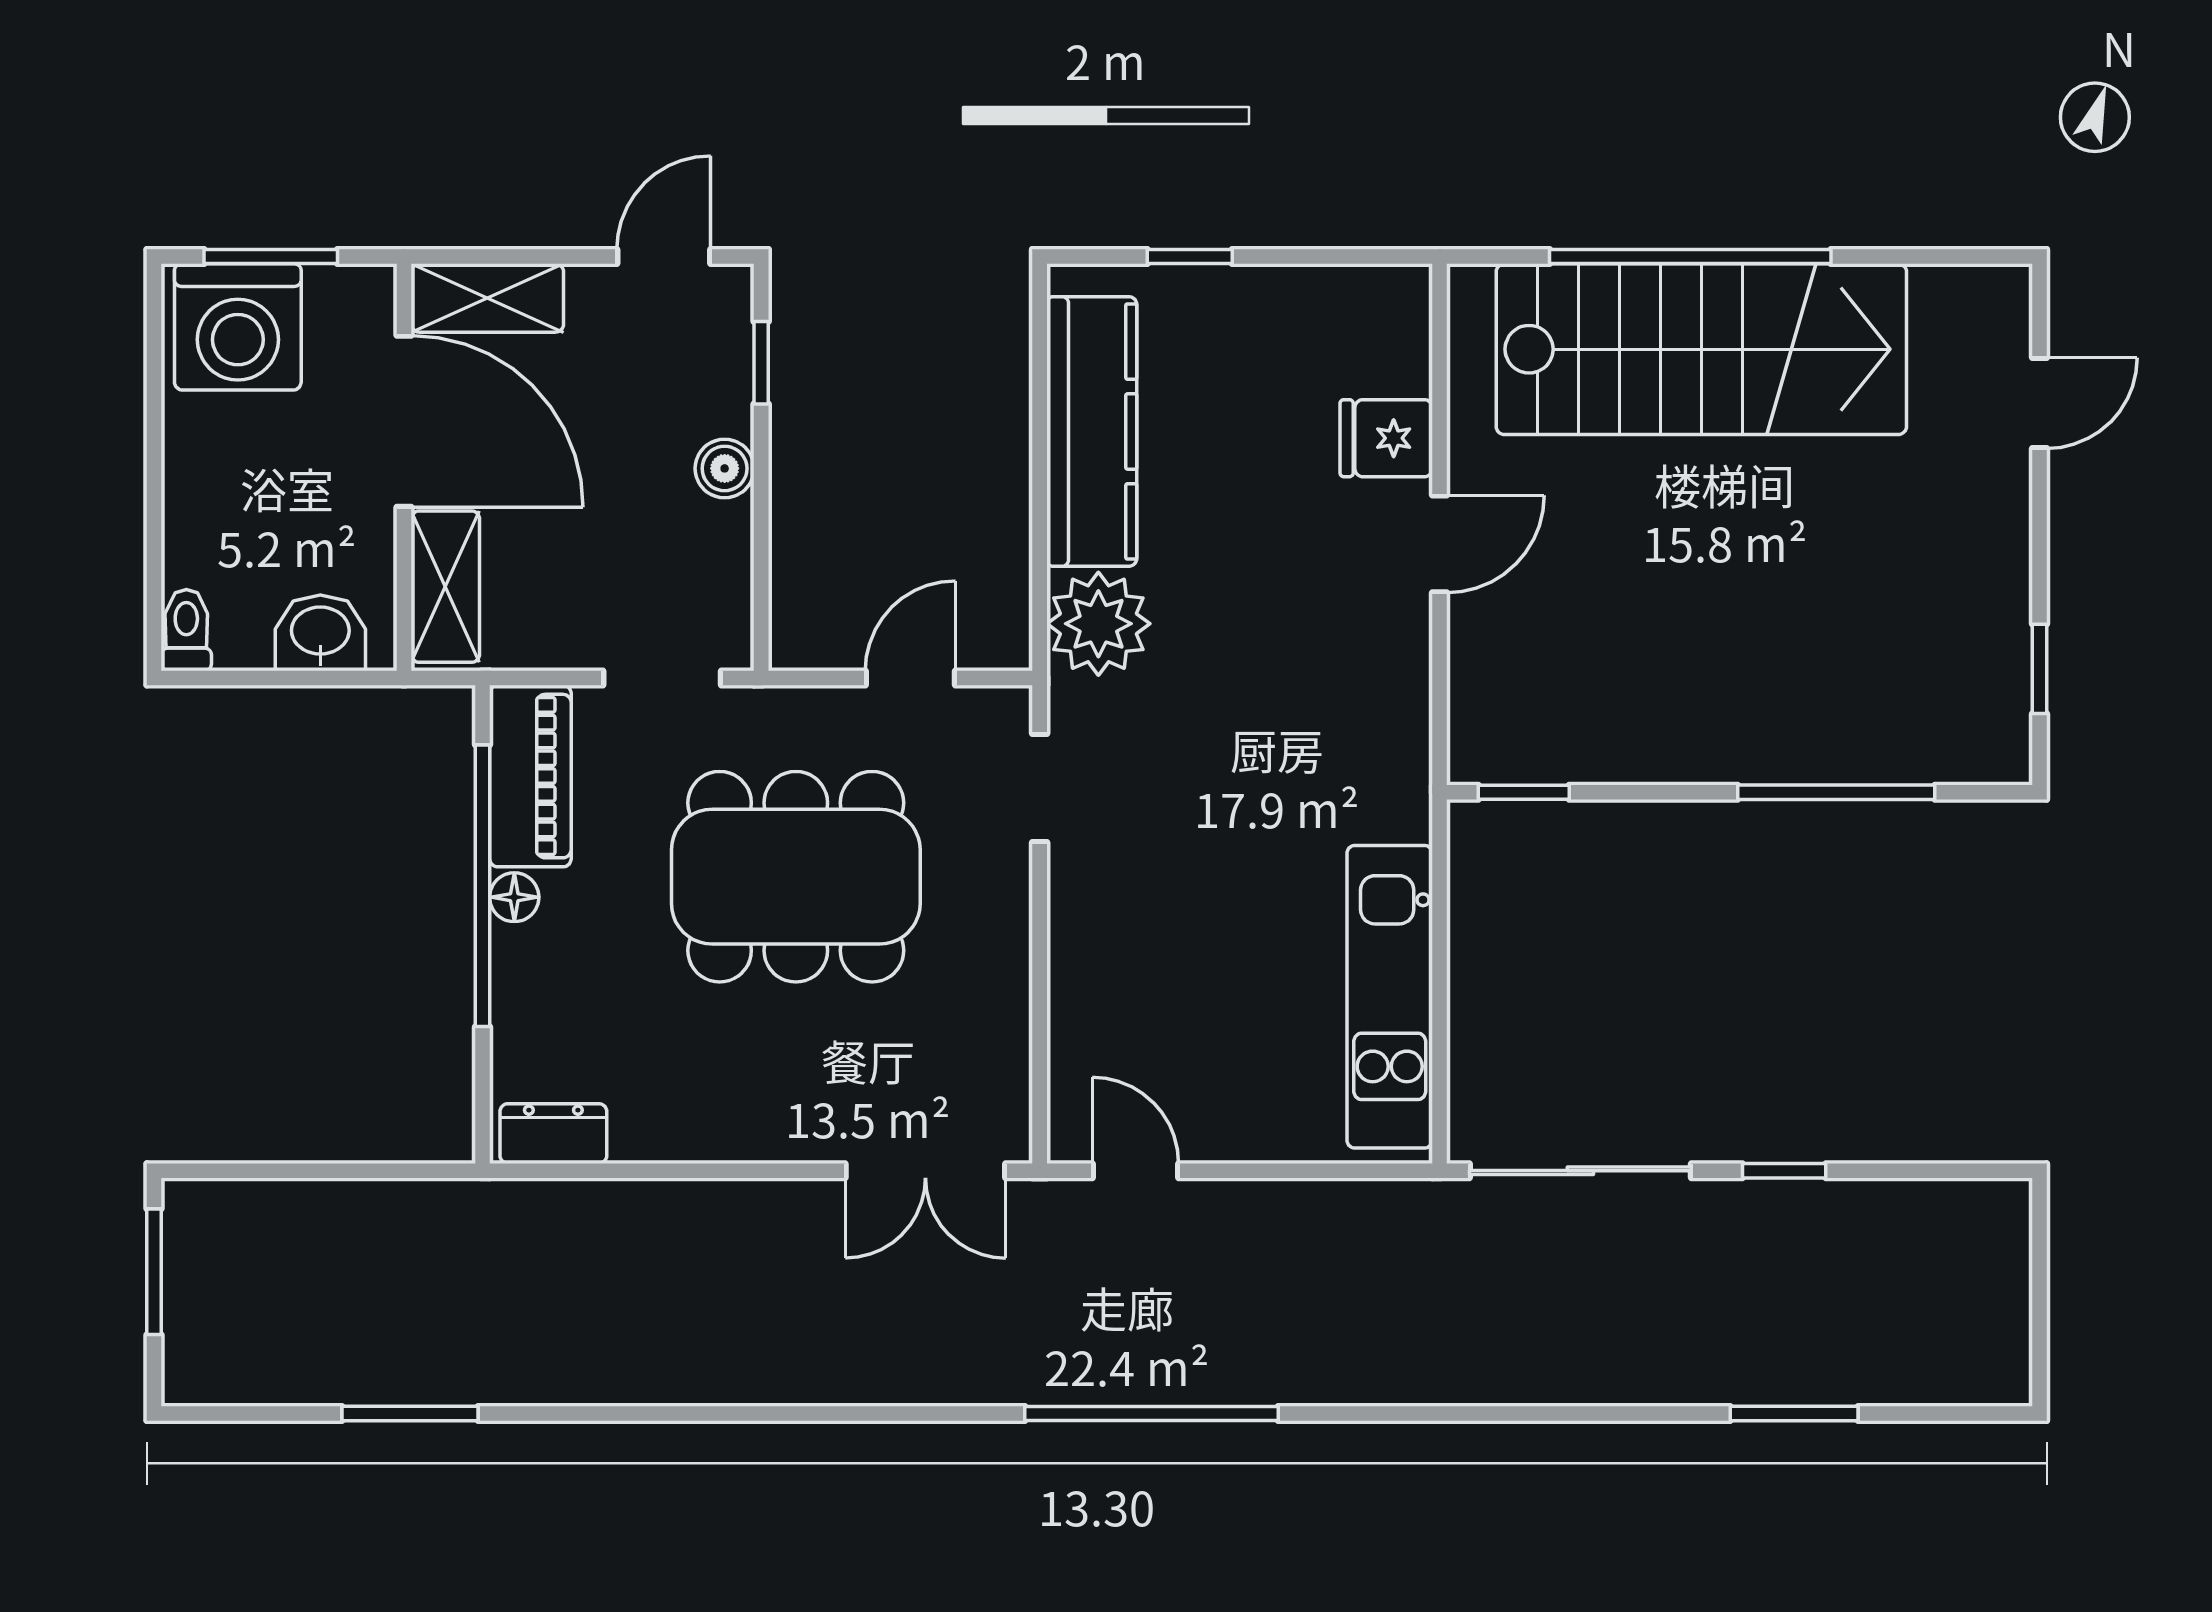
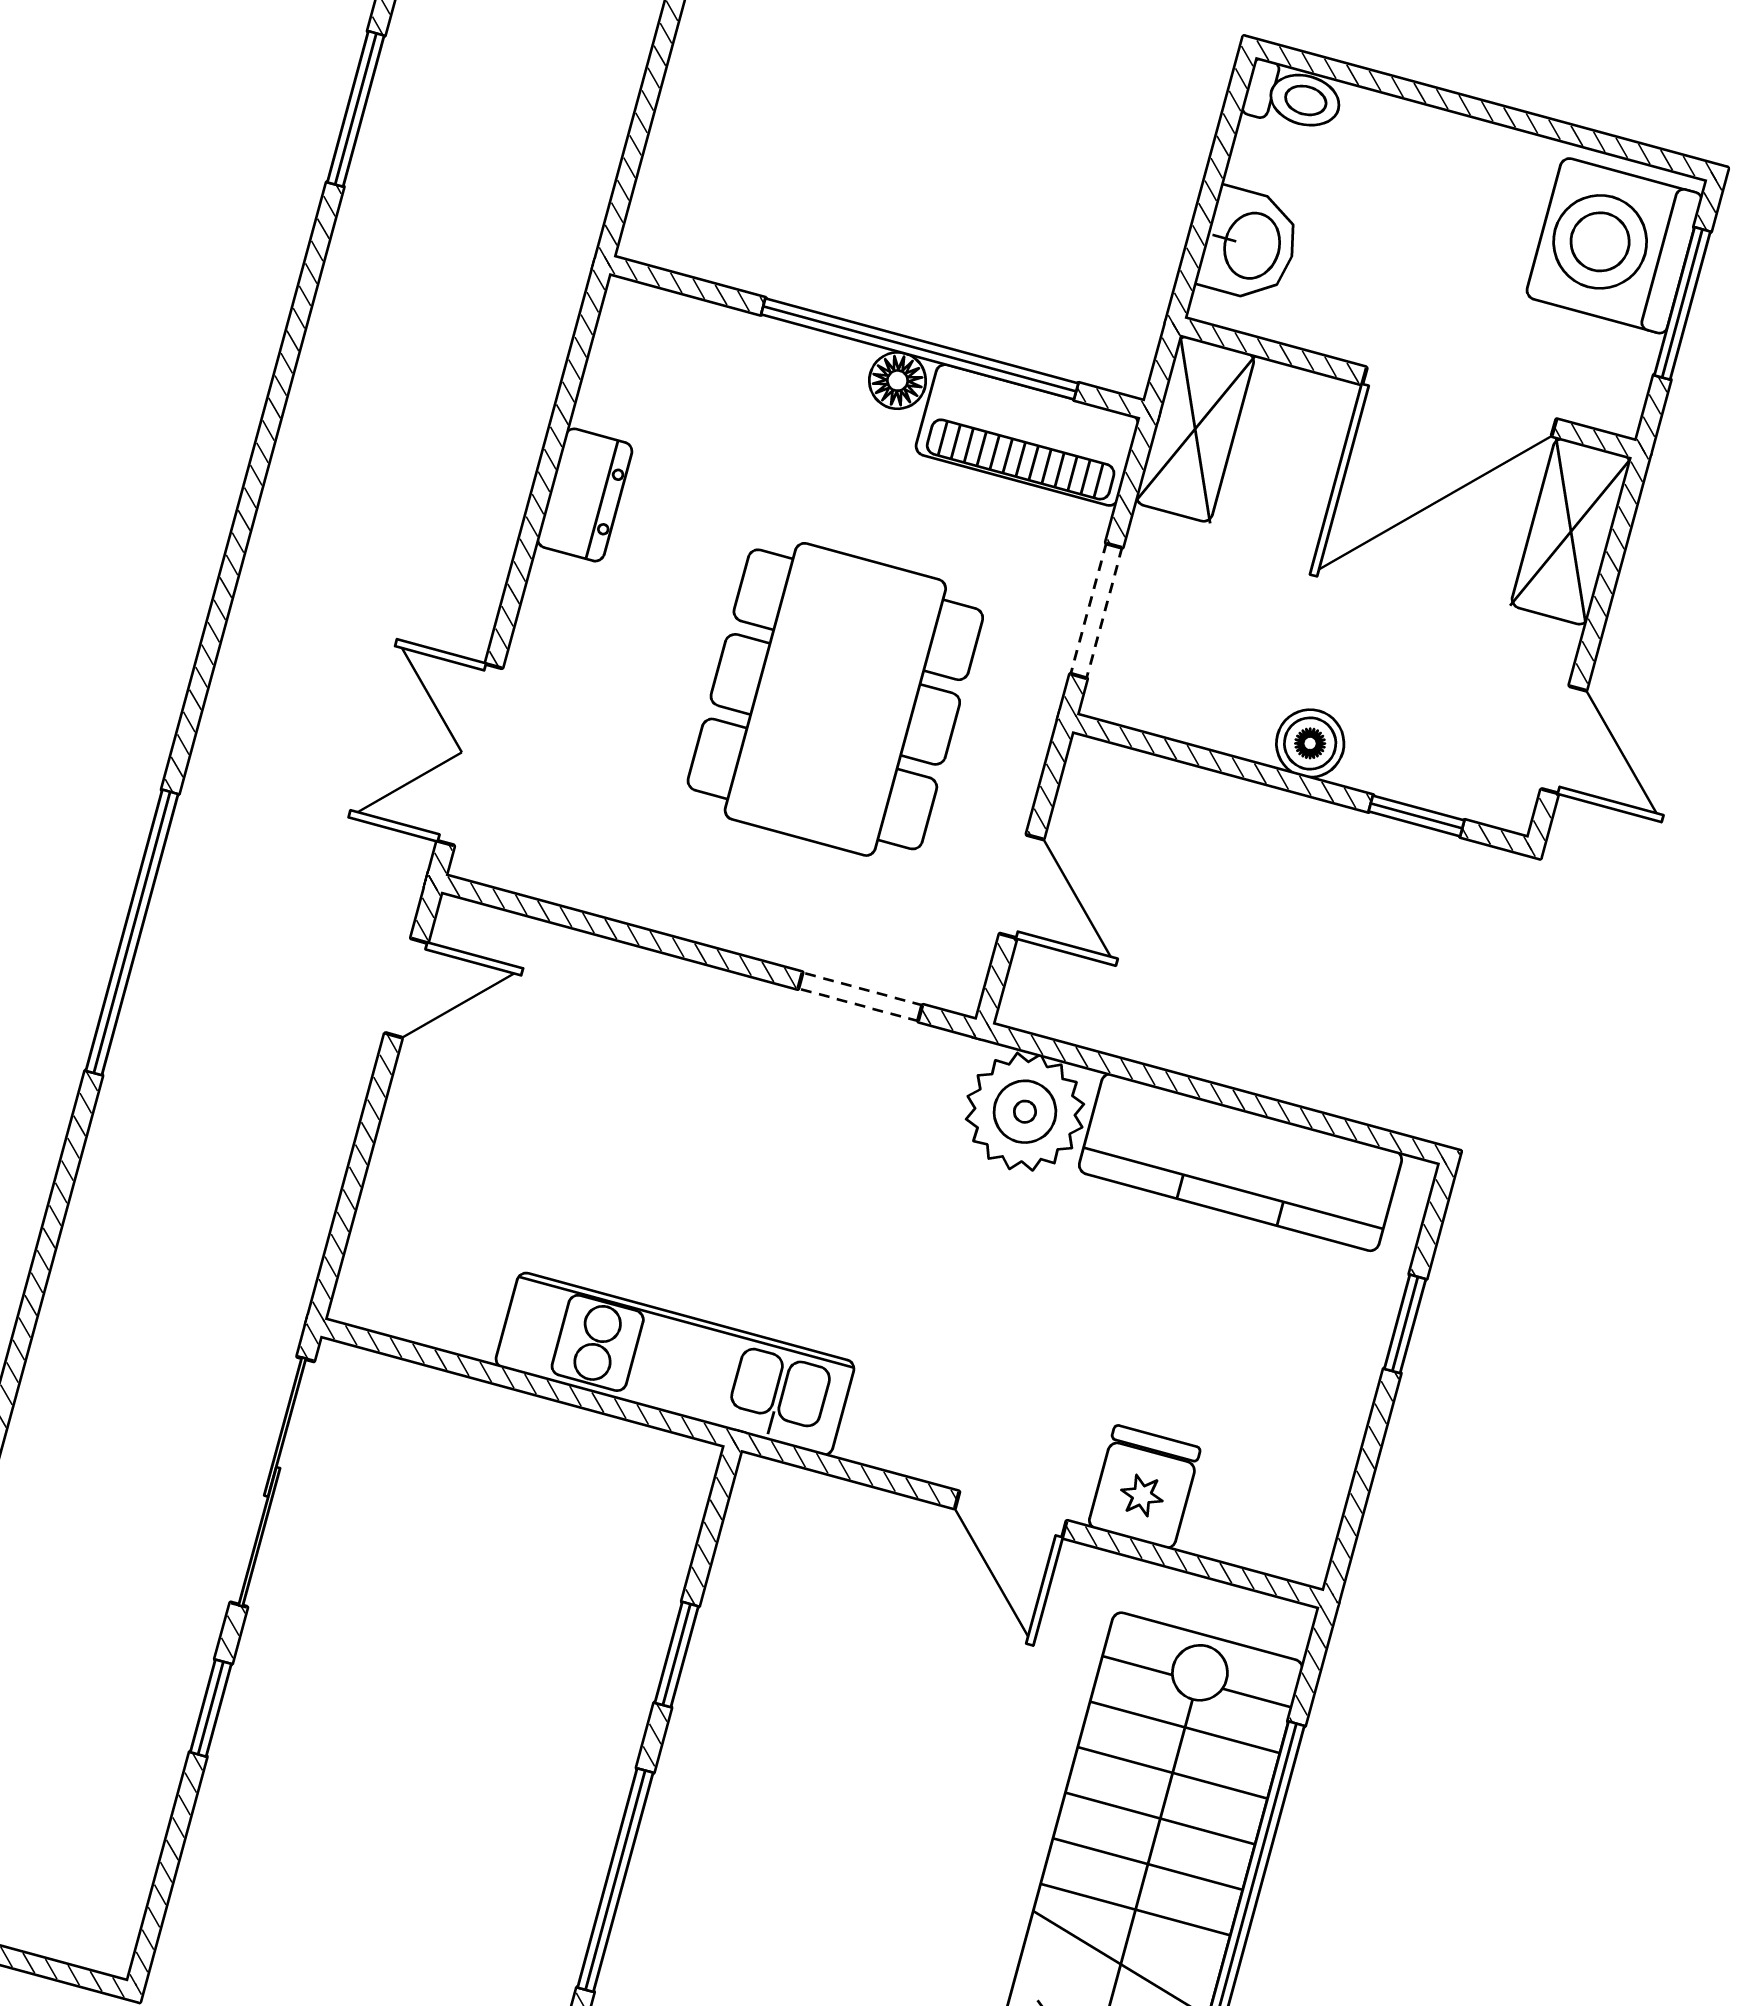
shelving: (445, 587) -> (1195, 429), moved, turned 90
window: (1524, 792) -> (677, 1655), moved
kitchen unit: (1390, 997) -> (675, 1364), moved
dresser: (553, 1134) -> (585, 495), moved

